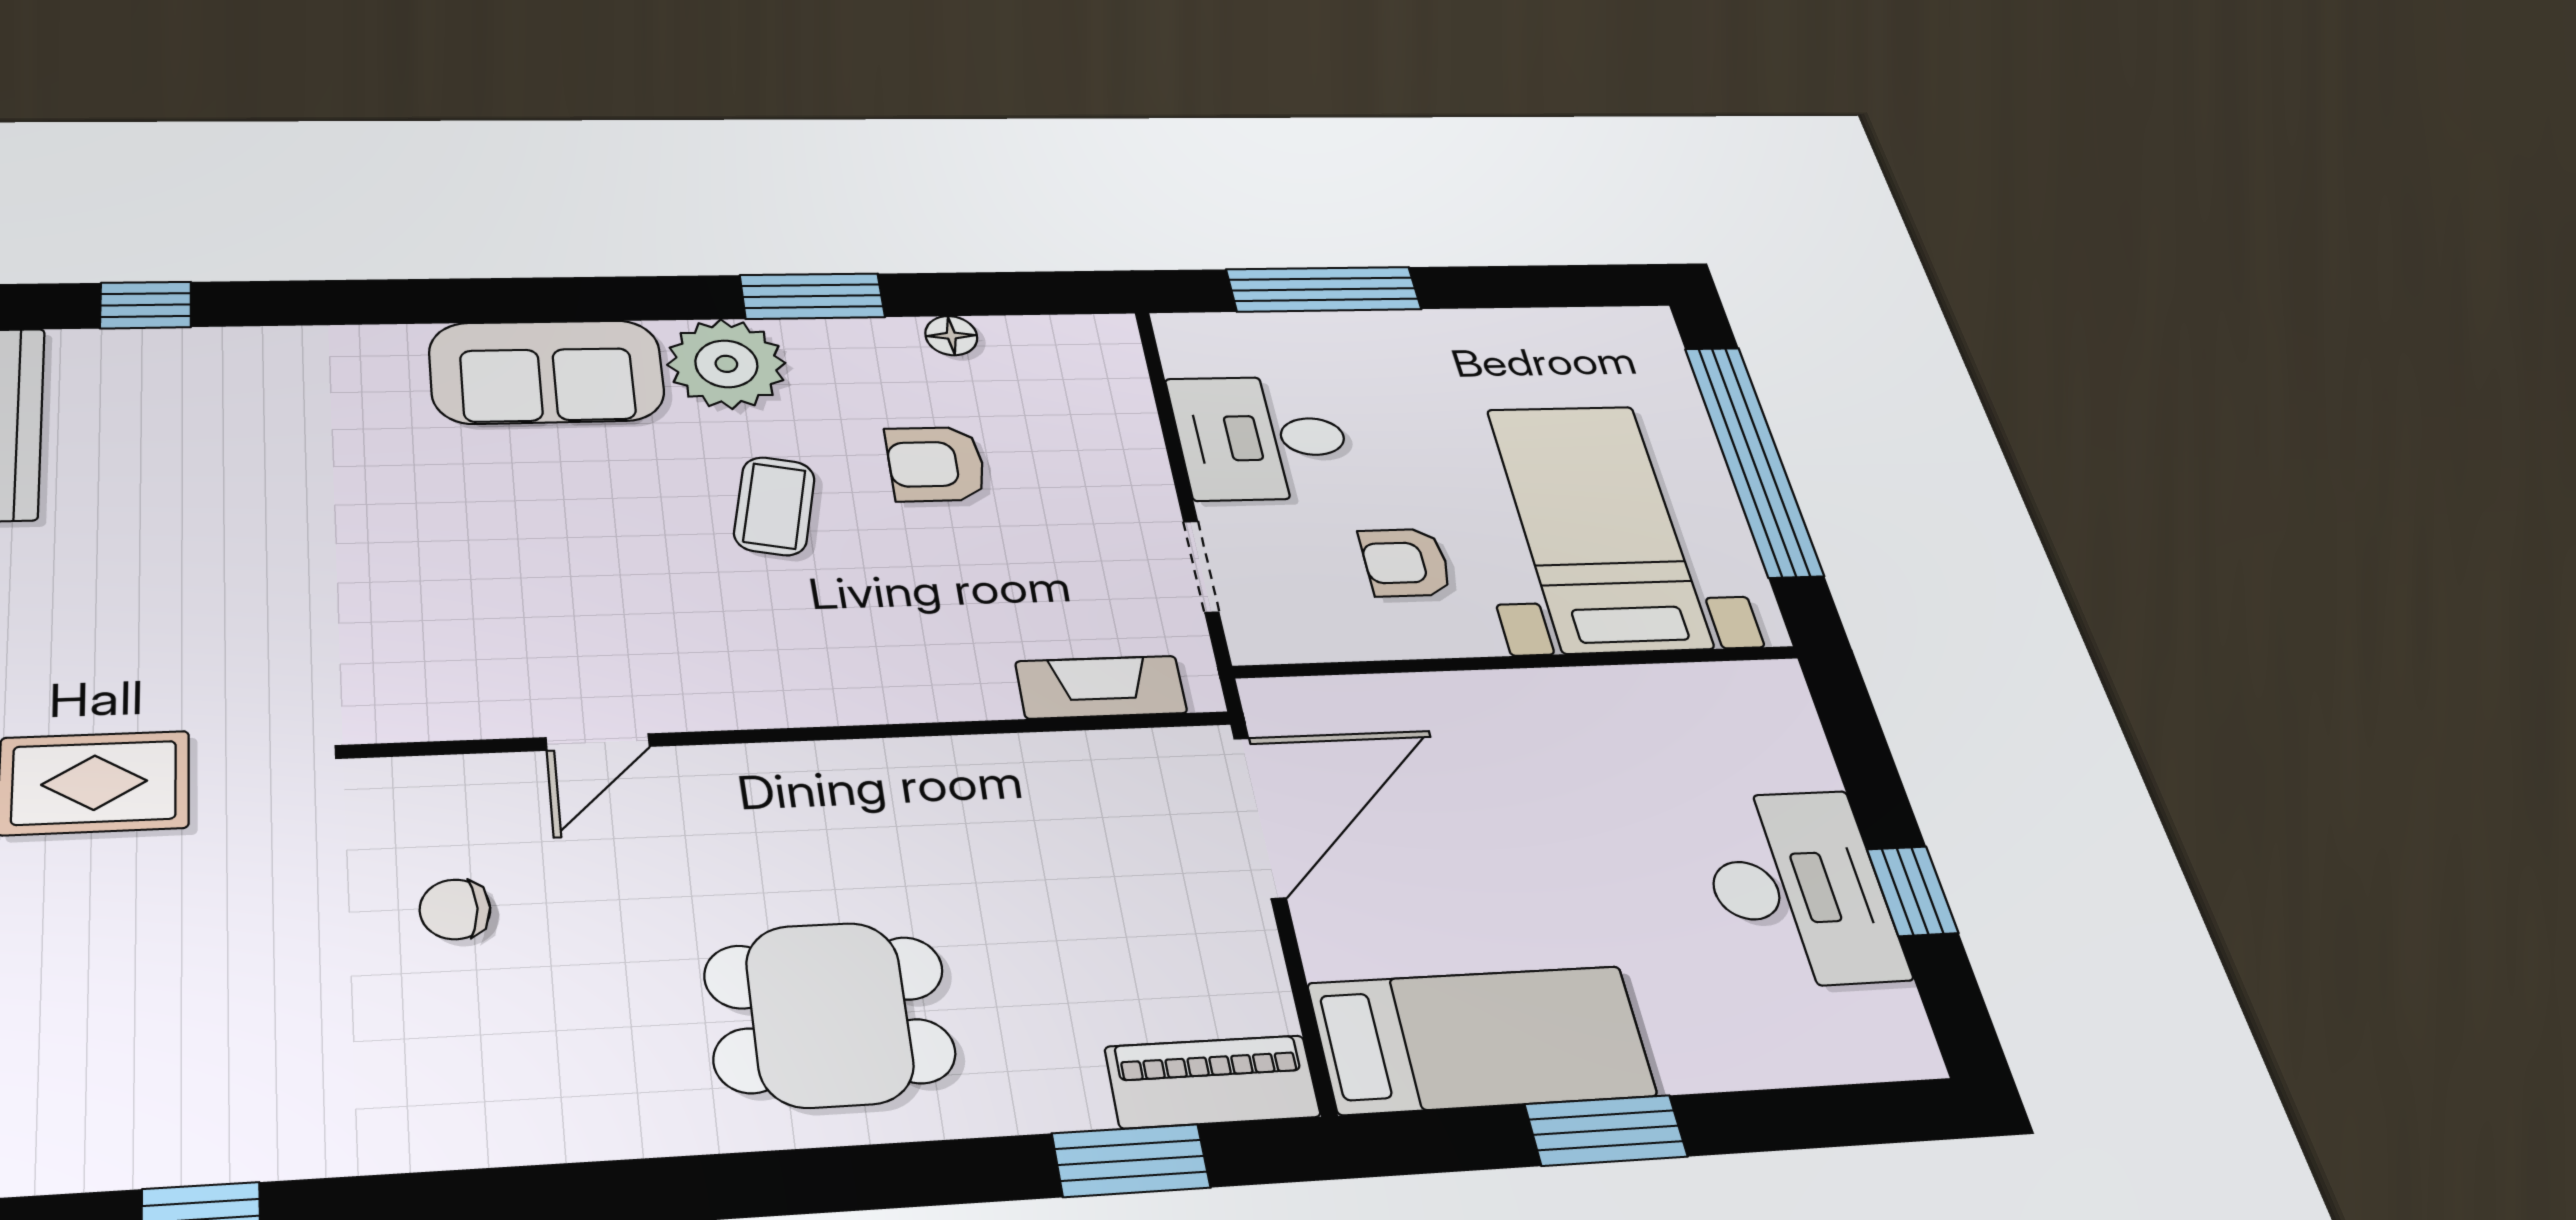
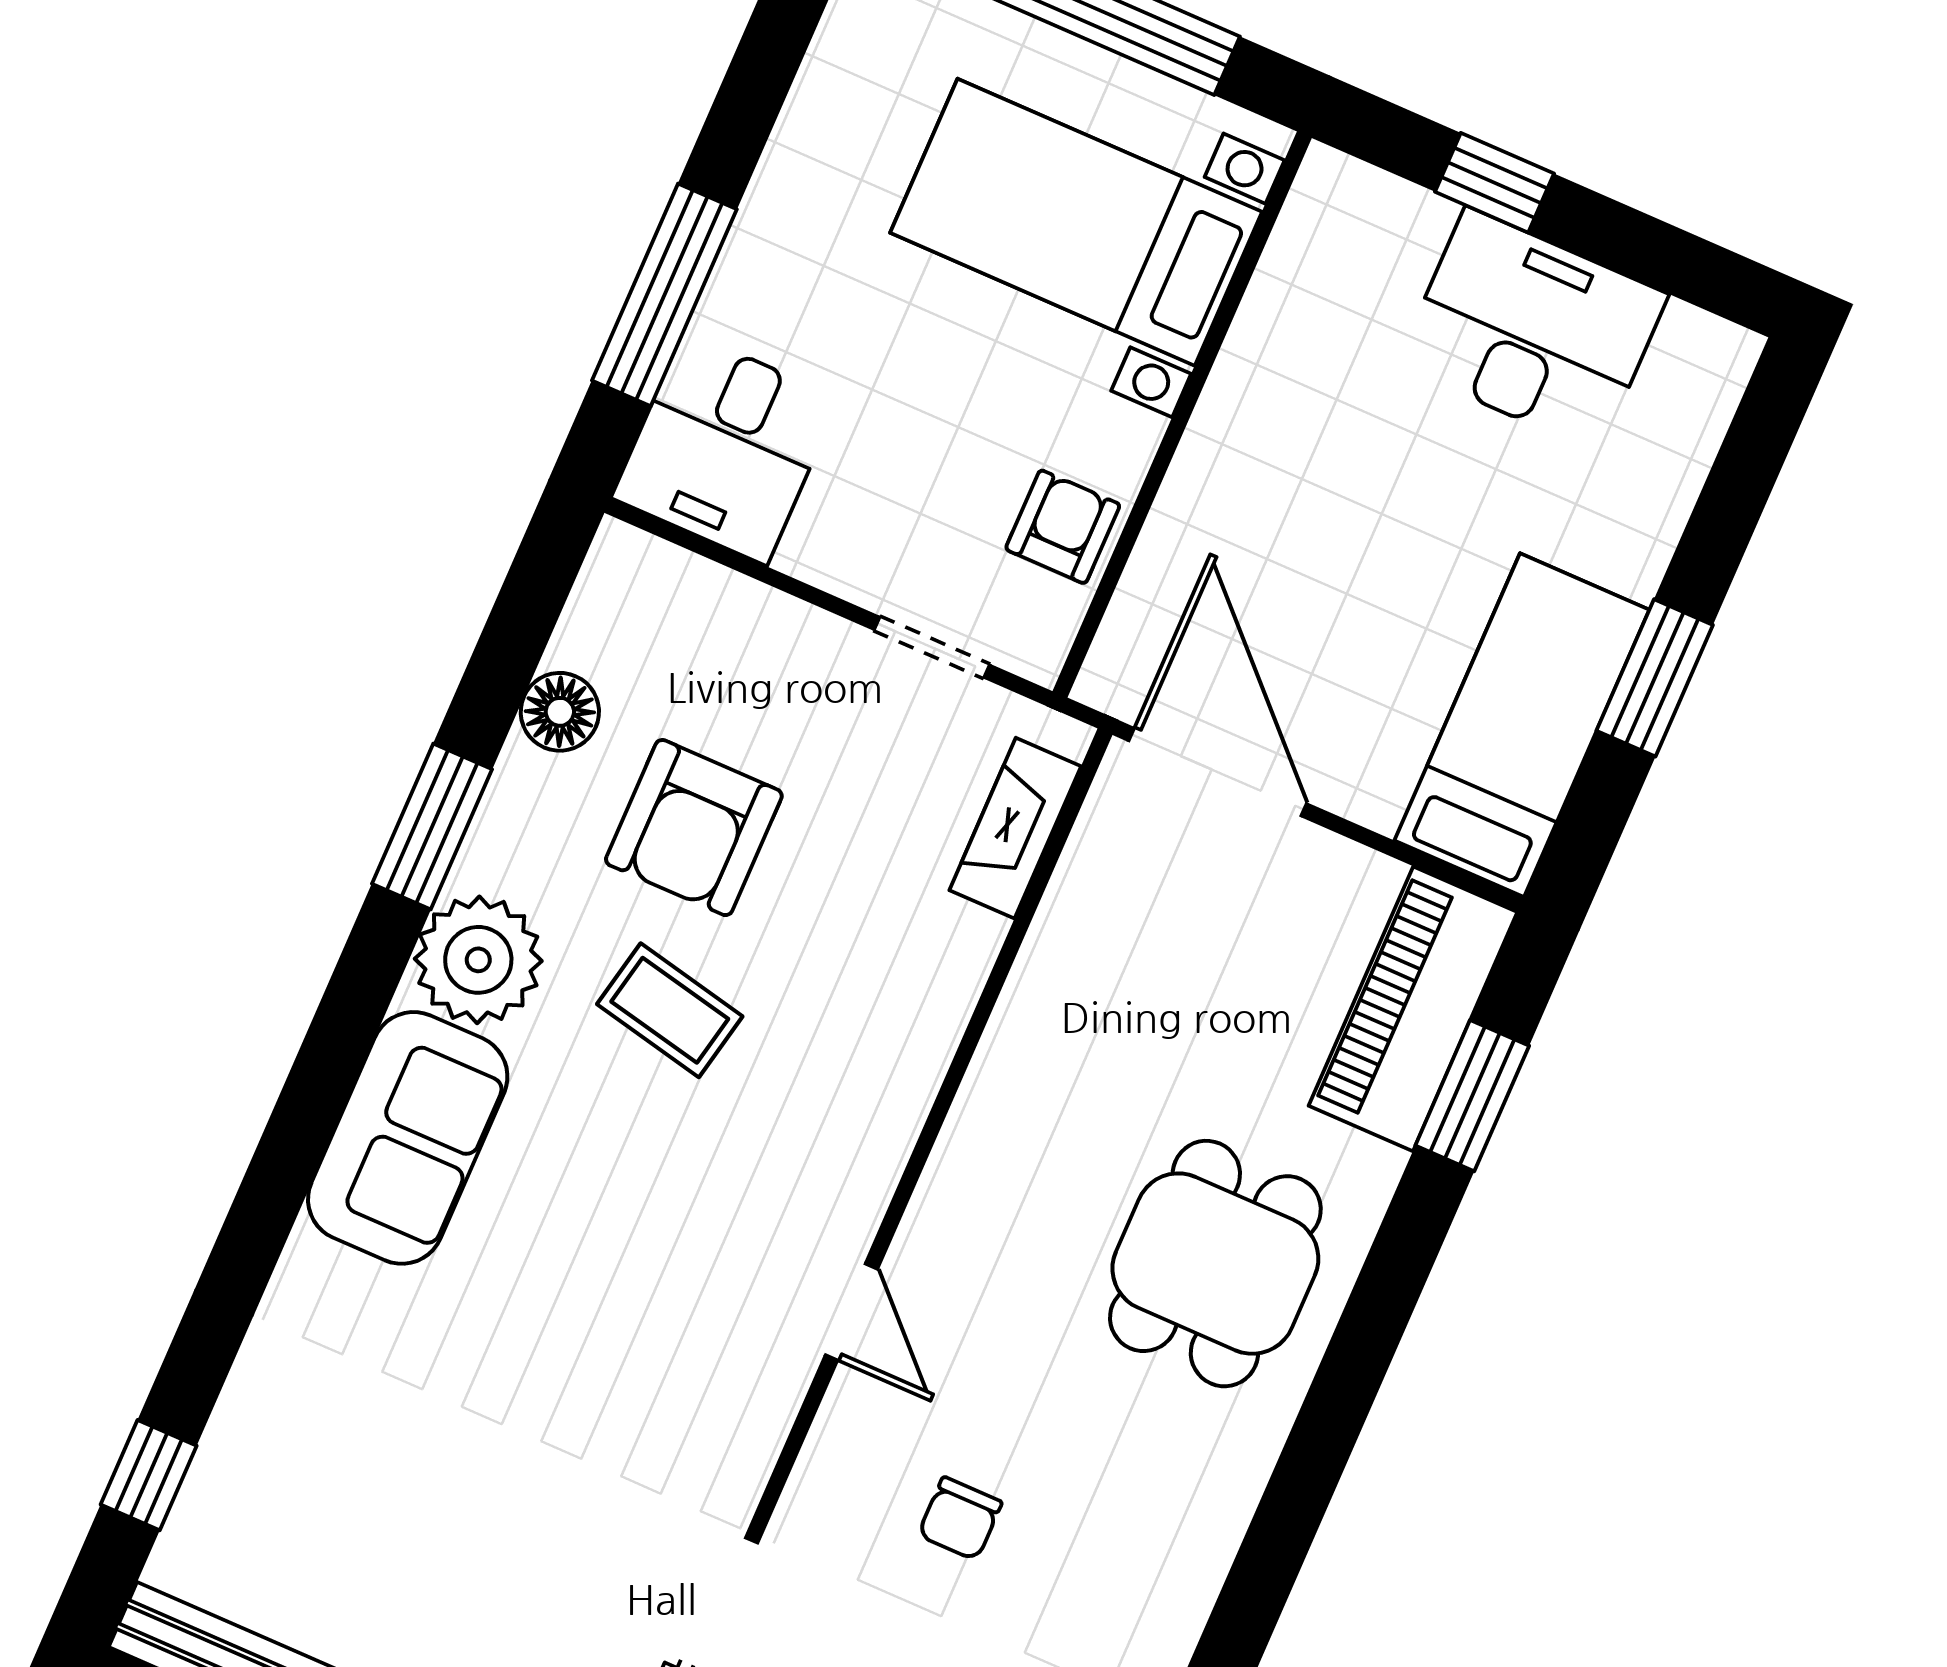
floor lamp: (951, 336) -> (560, 712), width x1.37, depth x1.37
desk: (1261, 438) -> (726, 448), moved
armchair: (936, 464) -> (694, 828), width x1.38, depth x1.38
armchair: (1406, 563) -> (1063, 527), moved, turned 180
window: (1912, 891) -> (1495, 183), moved
piano: (1212, 1082) -> (1413, 1009), width x1.37, depth x1.33

